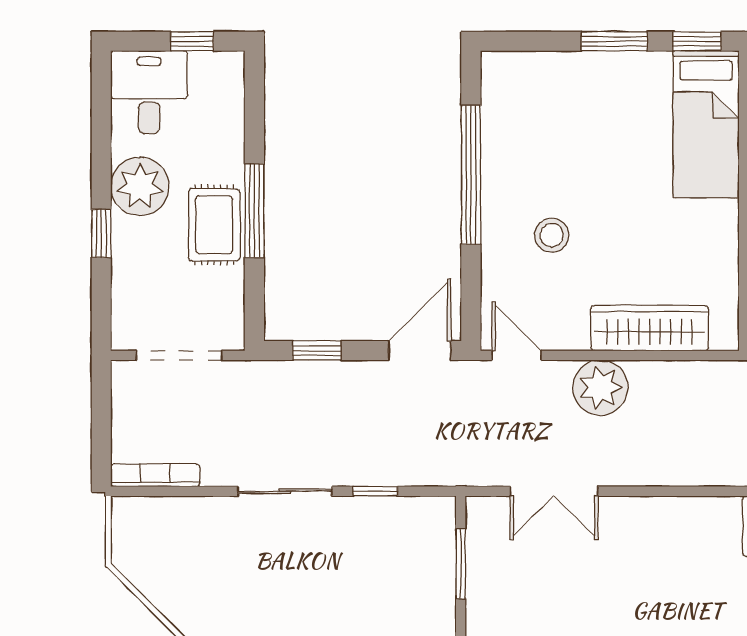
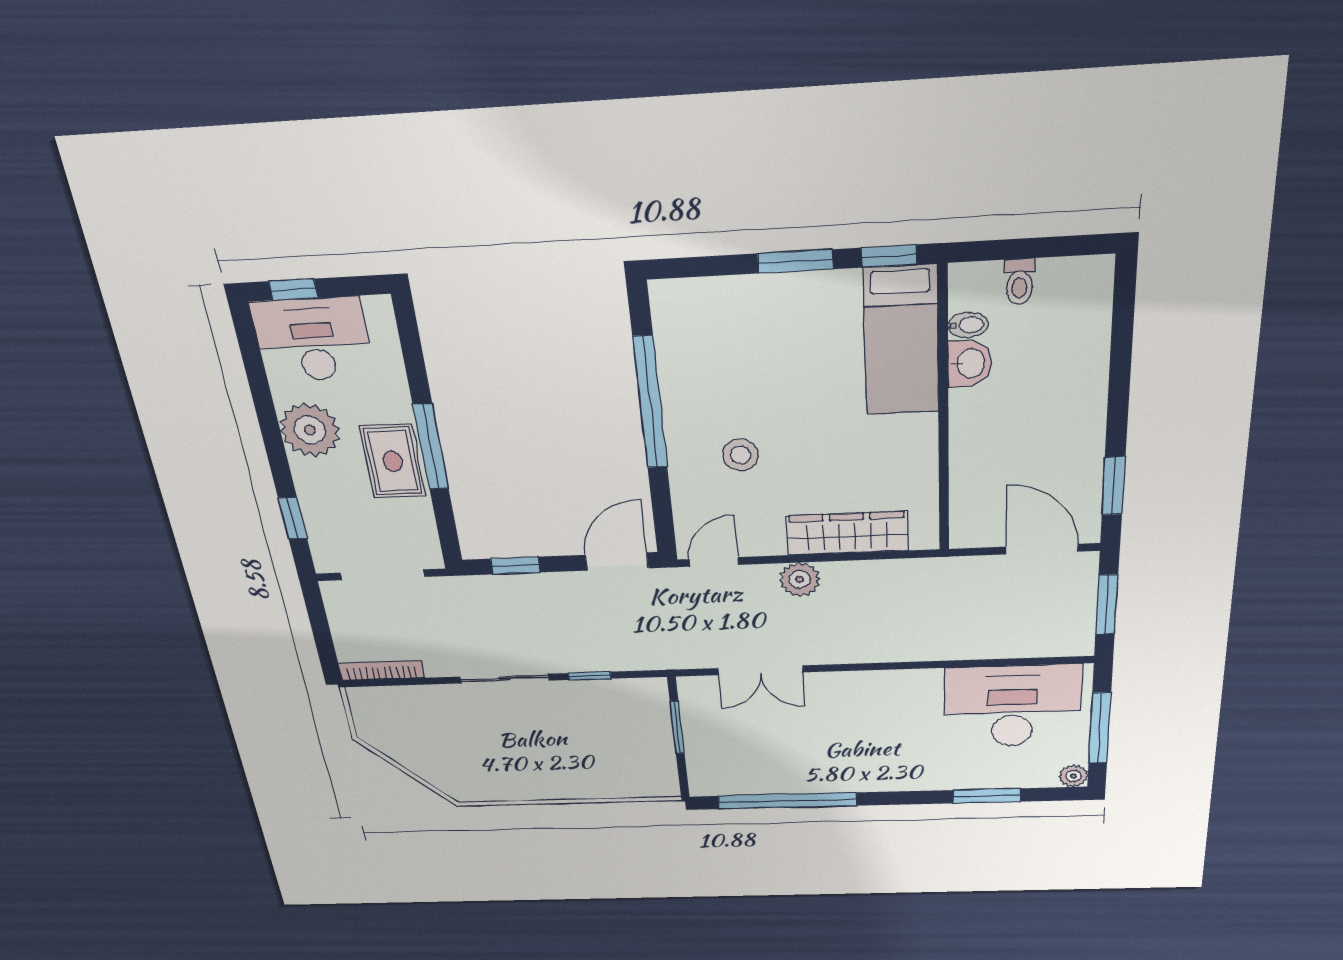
window: (192, 41) -> (293, 289), moved
desk: (149, 92) -> (313, 340), width x1.37
window: (101, 233) -> (293, 518), moved
door: (516, 355) -> (714, 562), hinge flipped
plant: (600, 388) -> (800, 579), width x0.73, depth x0.73

